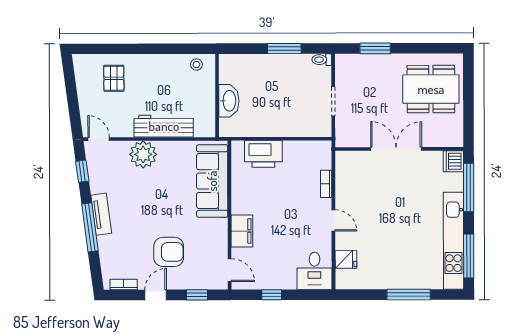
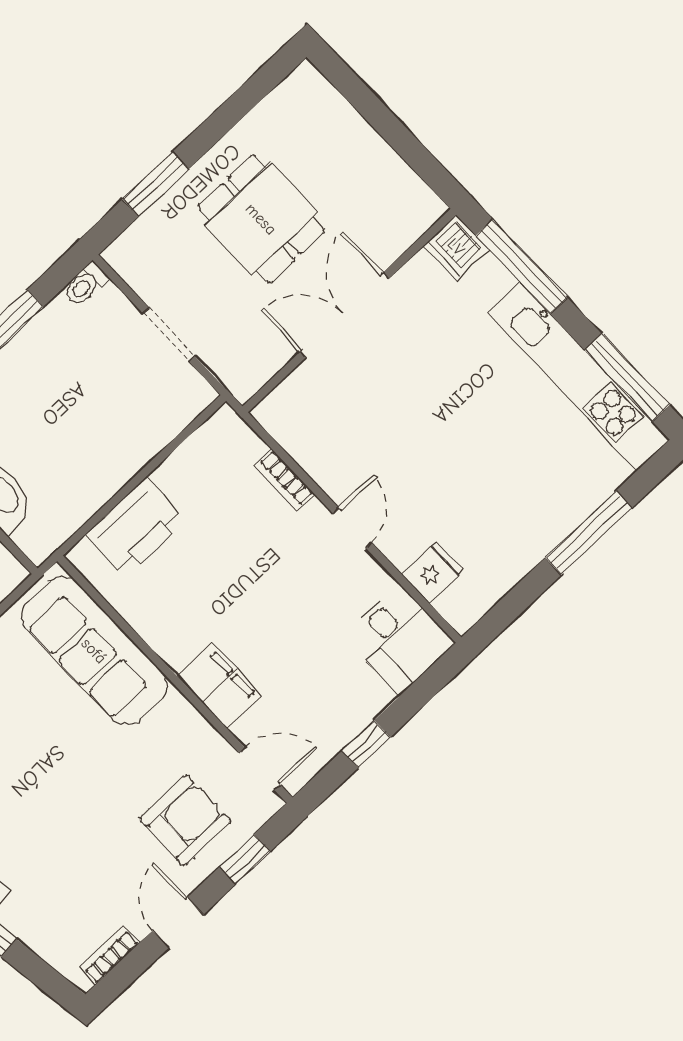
dining table: (431, 89) -> (261, 219), moved, width x0.73
door: (333, 220) -> (352, 528), hinge flipped
armchair: (169, 252) -> (185, 820), moved

